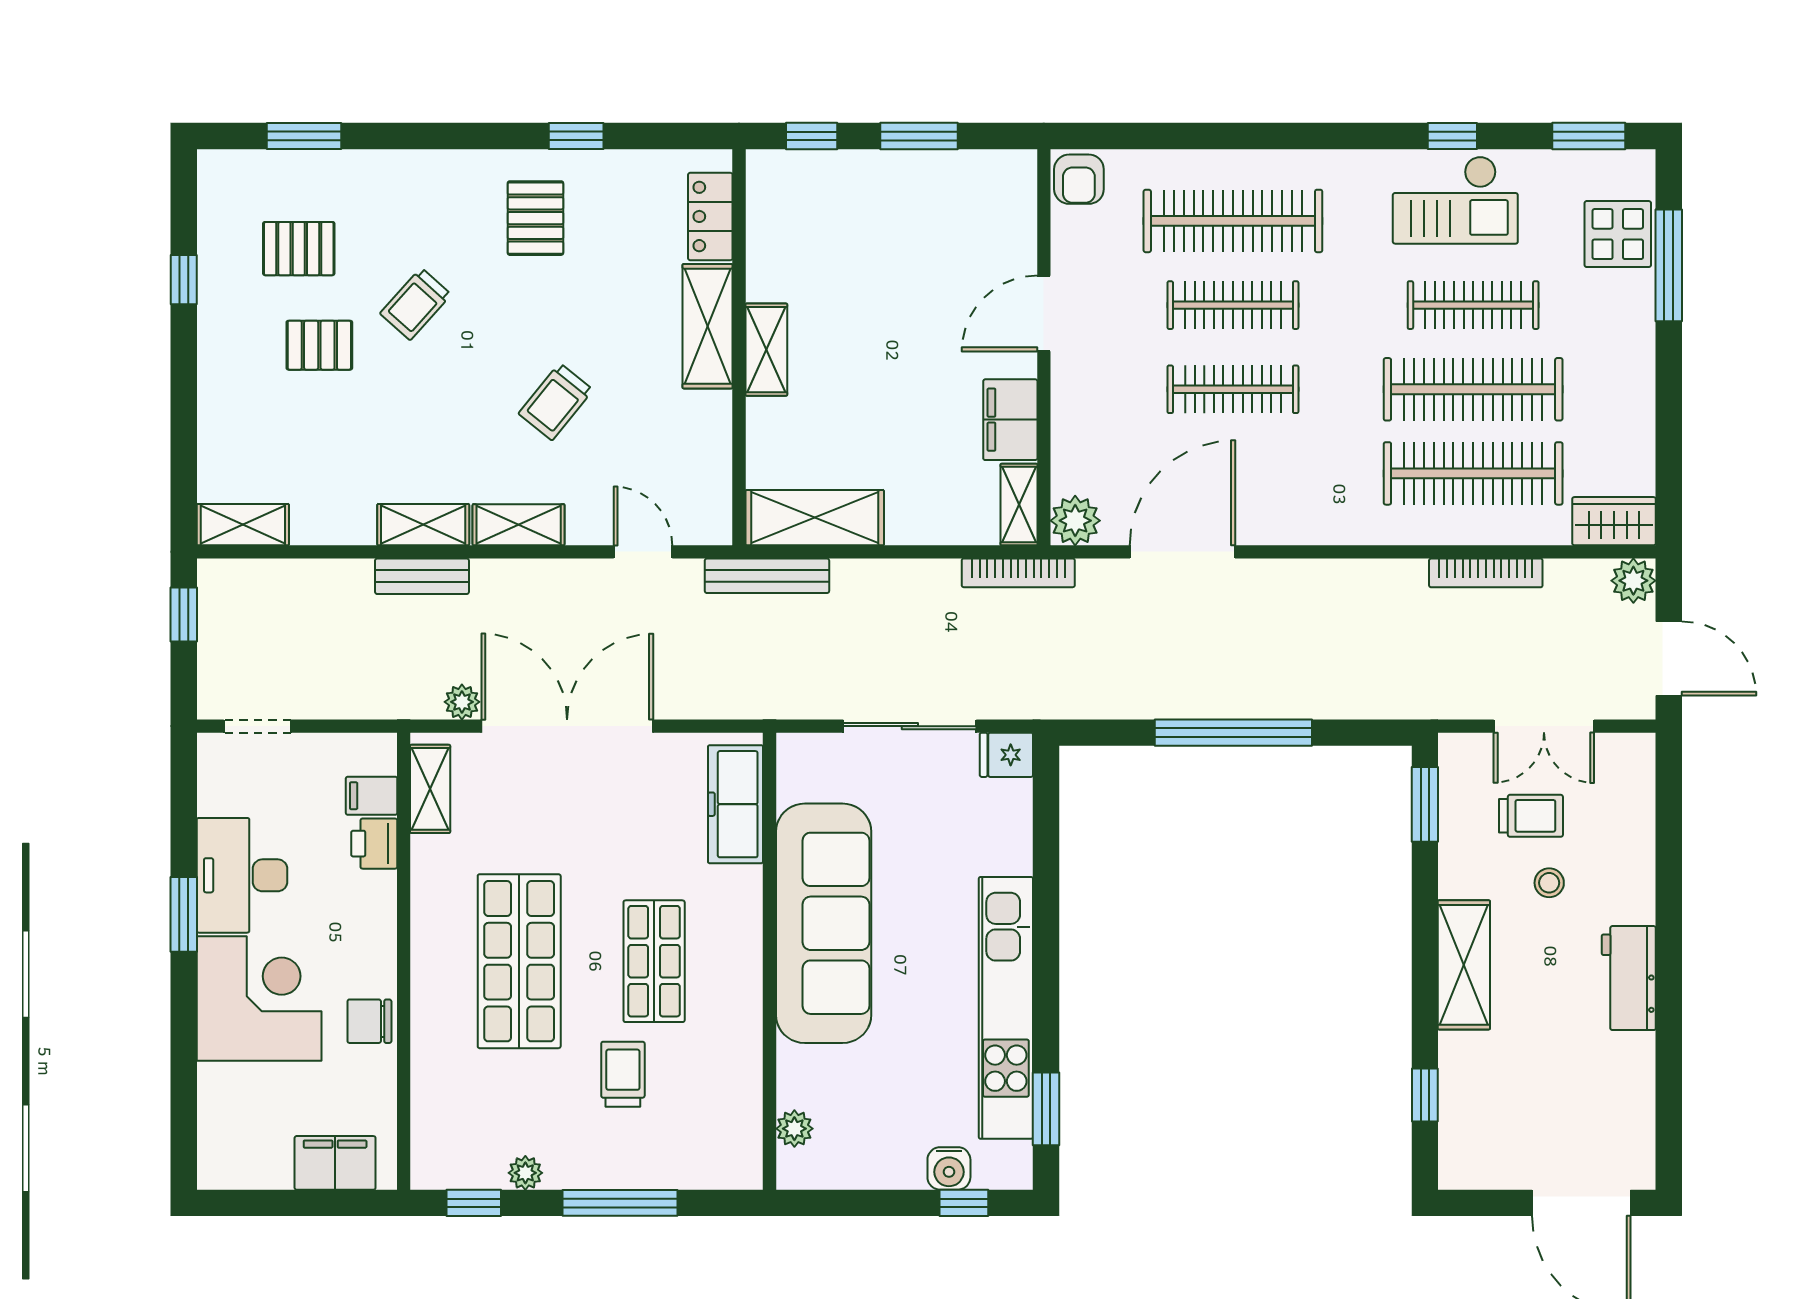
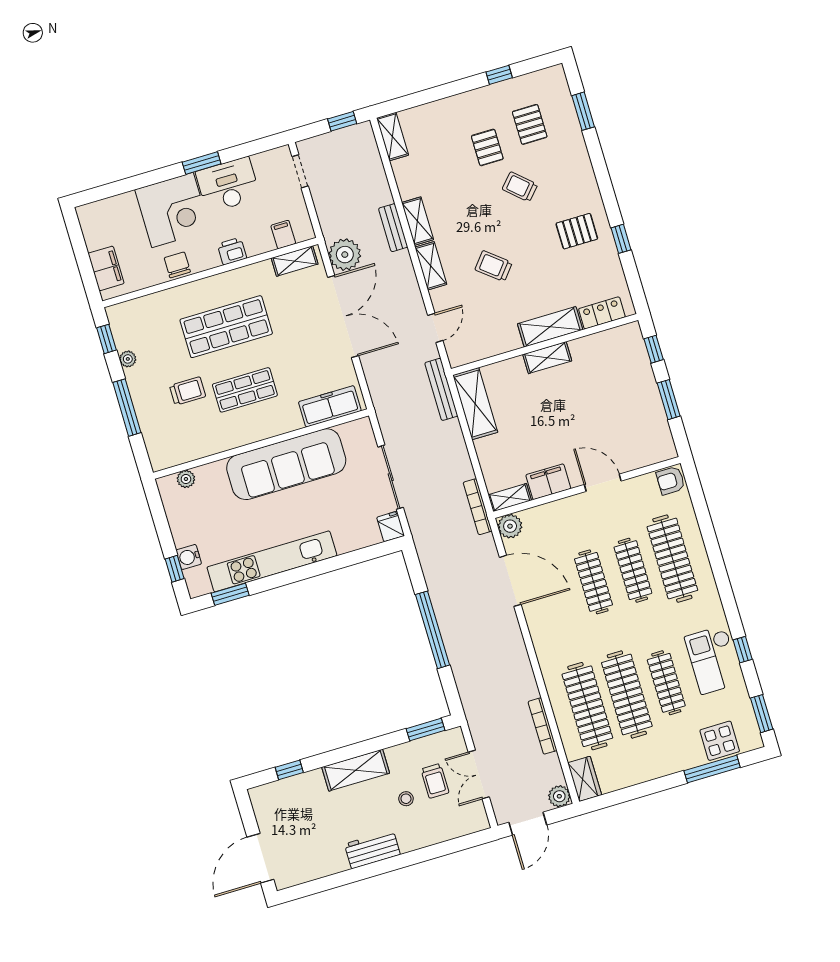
plant: (462, 702) -> (345, 255), width x1.88, depth x1.88
printer: (374, 844) -> (232, 251), moved

